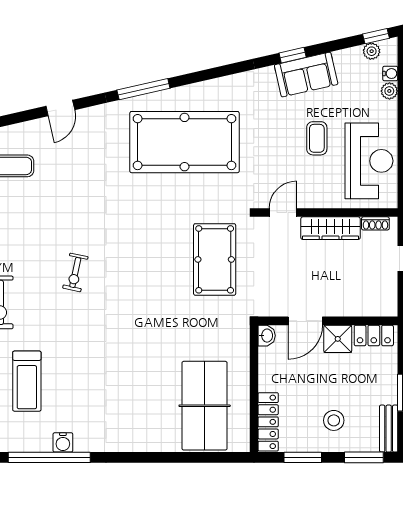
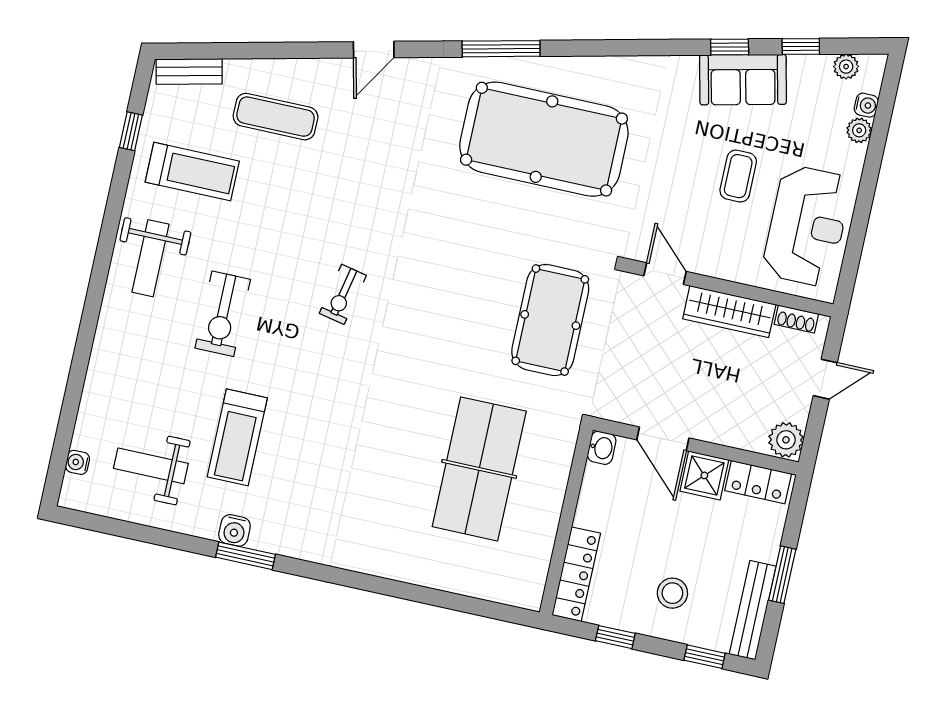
window: (376, 36) -> (801, 46), moved
door: (283, 213) -> (665, 274), hinge flipped
plant: (386, 304) -> (786, 440), added
door: (305, 321) -> (663, 439), hinge flipped
table tennis table: (205, 406) -> (479, 469), moved
bench: (389, 429) -> (753, 610), width x1.36
water cooler: (63, 442) -> (234, 530), moved
window: (49, 457) -> (246, 556), width x0.47
window: (303, 457) -> (615, 637), width x0.67
window: (364, 457) -> (705, 657), width x0.67

